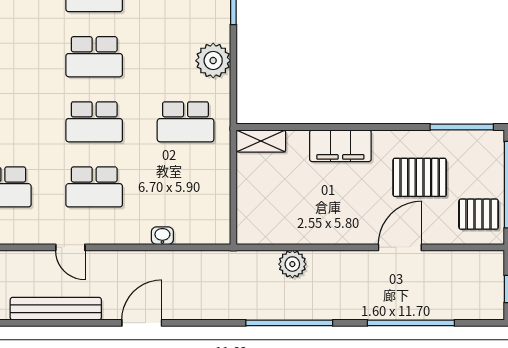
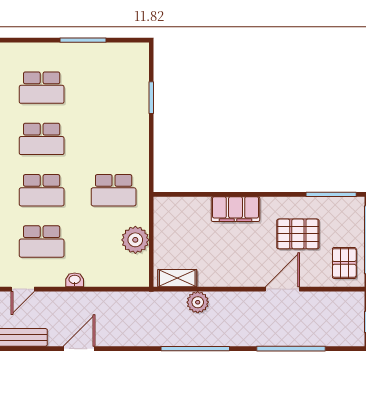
plant: (213, 61) -> (135, 240), moved
shelving: (261, 141) -> (177, 278), moved
pallet: (479, 214) -> (344, 263), turned 90
washbasin: (162, 236) -> (75, 280), moved
door: (70, 247) -> (23, 289), hinge flipped

